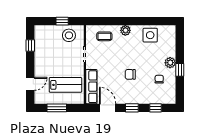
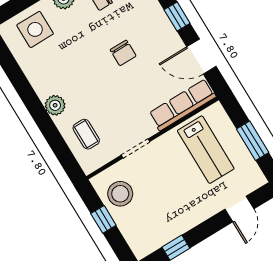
side table: (150, 35) -> (35, 29), moved
door: (30, 84) -> (239, 209), swing flipped
lab bench: (65, 85) -> (206, 150), turned 180
door: (108, 108) -> (201, 57), hinge flipped

